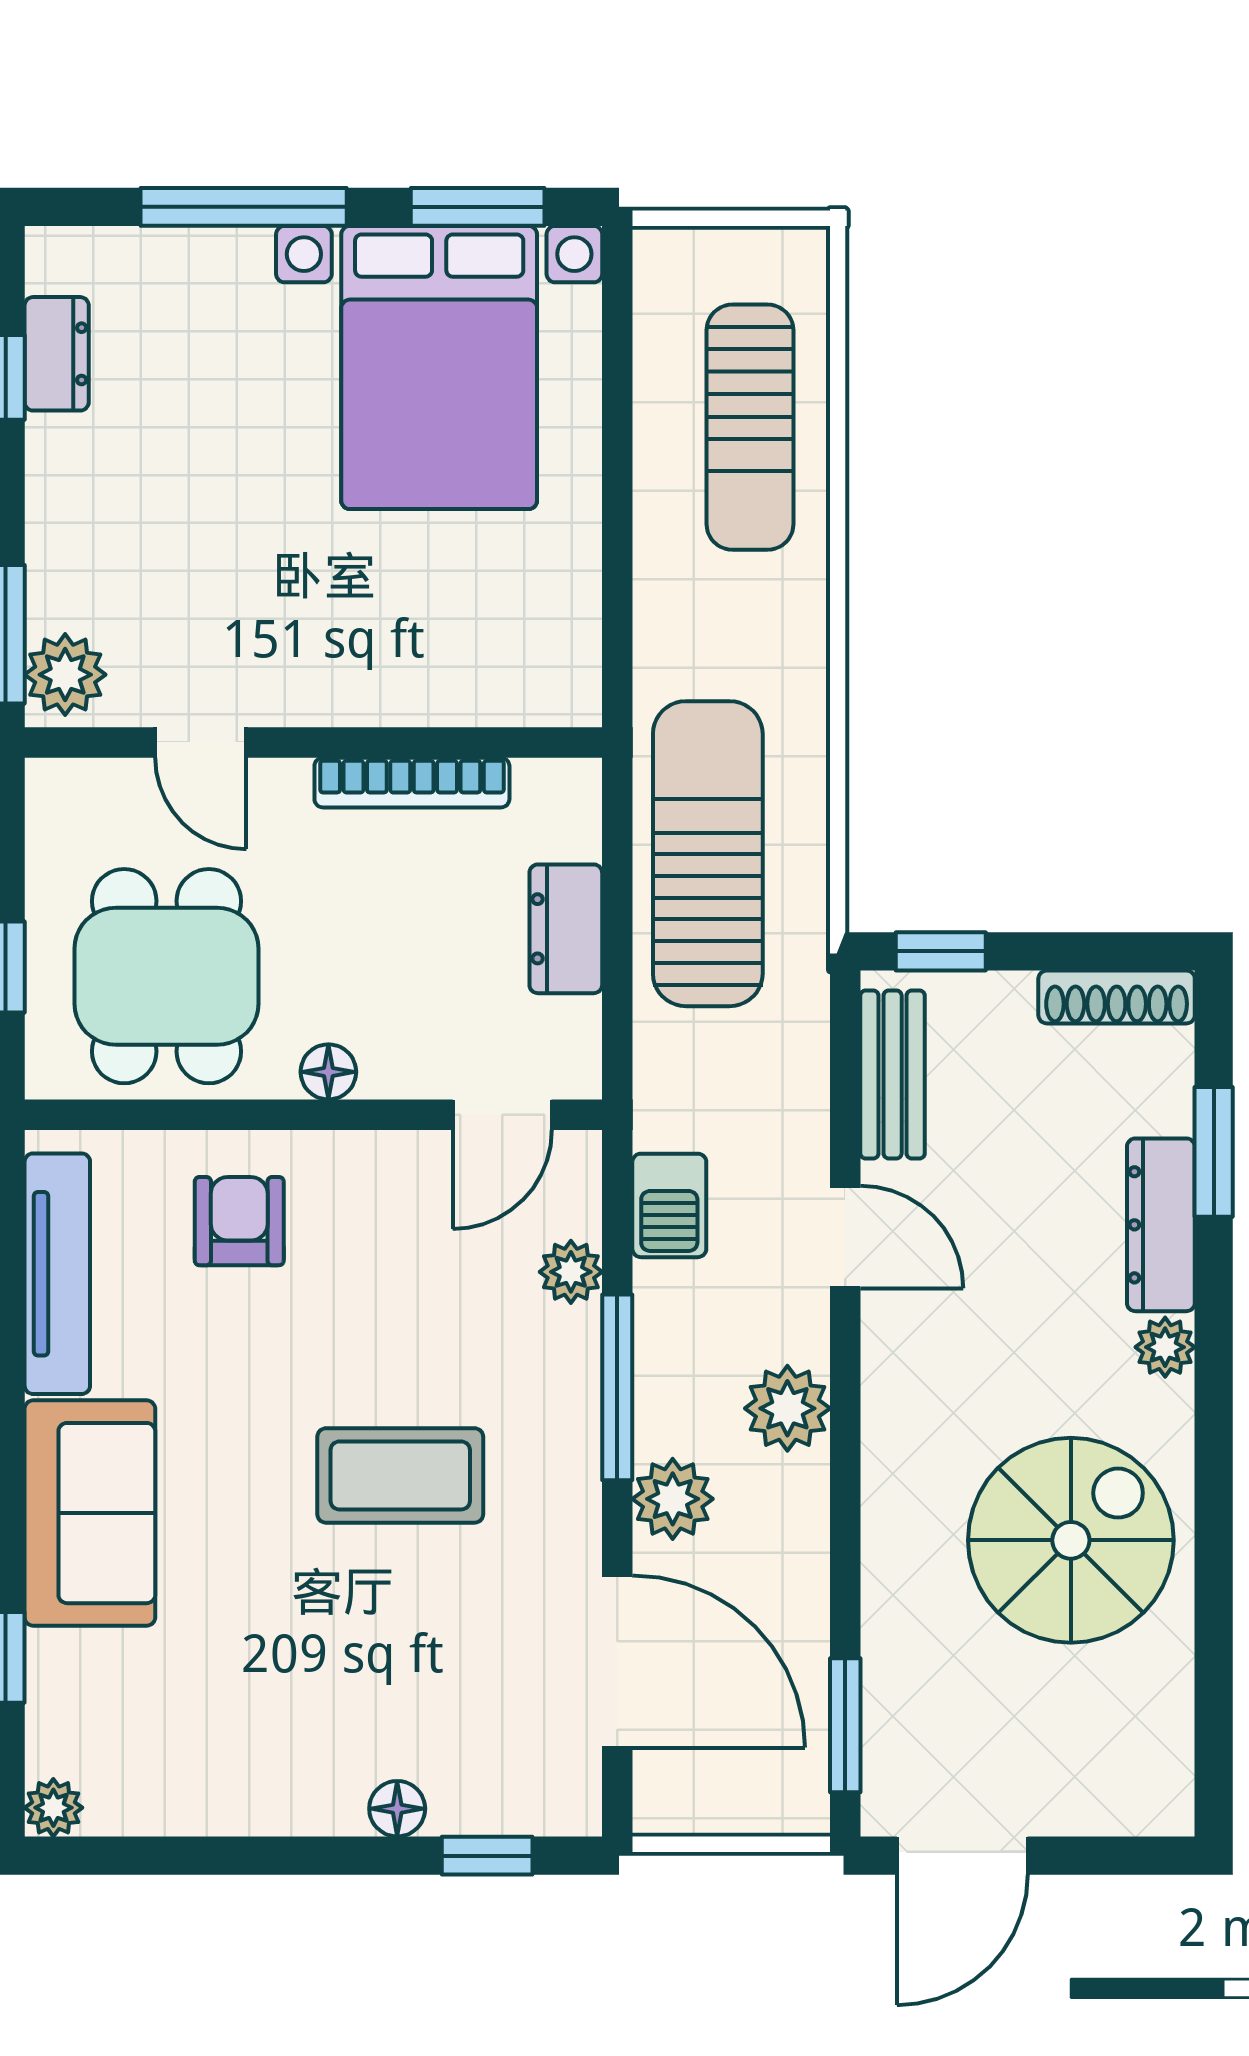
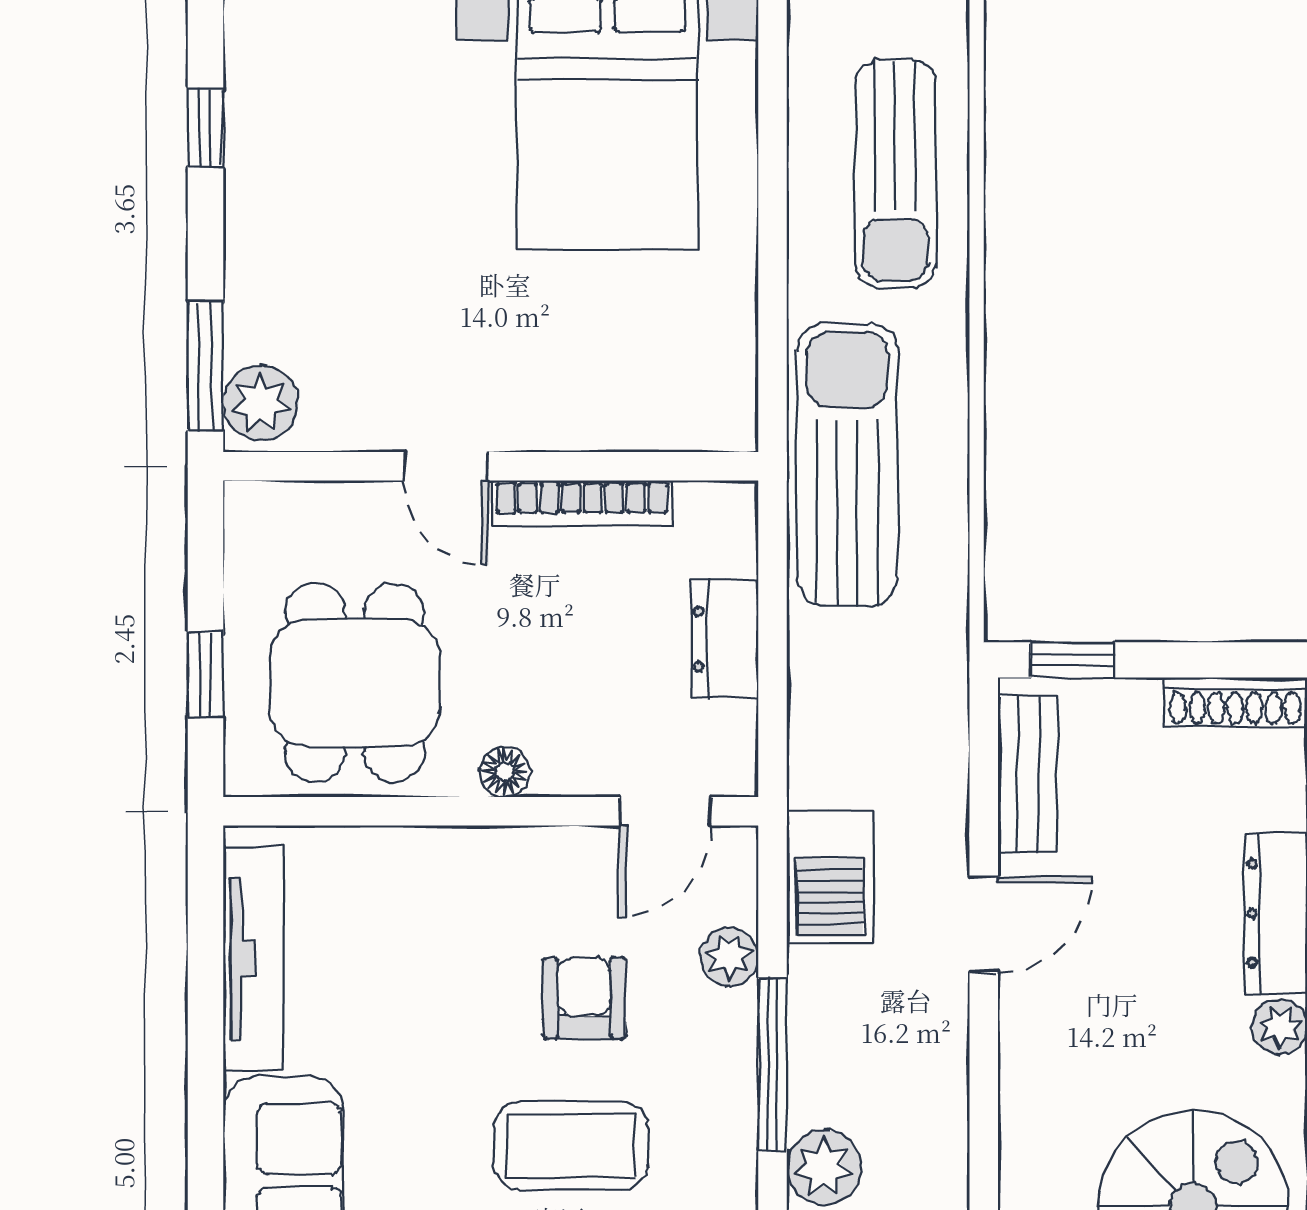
dresser: (57, 354) -> (253, 106), removed
door: (201, 742) -> (446, 466), moved
sun lounger: (708, 854) -> (847, 464), moved
barbecue: (669, 1205) -> (830, 877), width x1.38, depth x1.27
armchair: (239, 1221) -> (584, 998), moved
door: (845, 1237) -> (984, 925), hinge flipped
plant: (787, 1408) -> (930, 1083), removed

